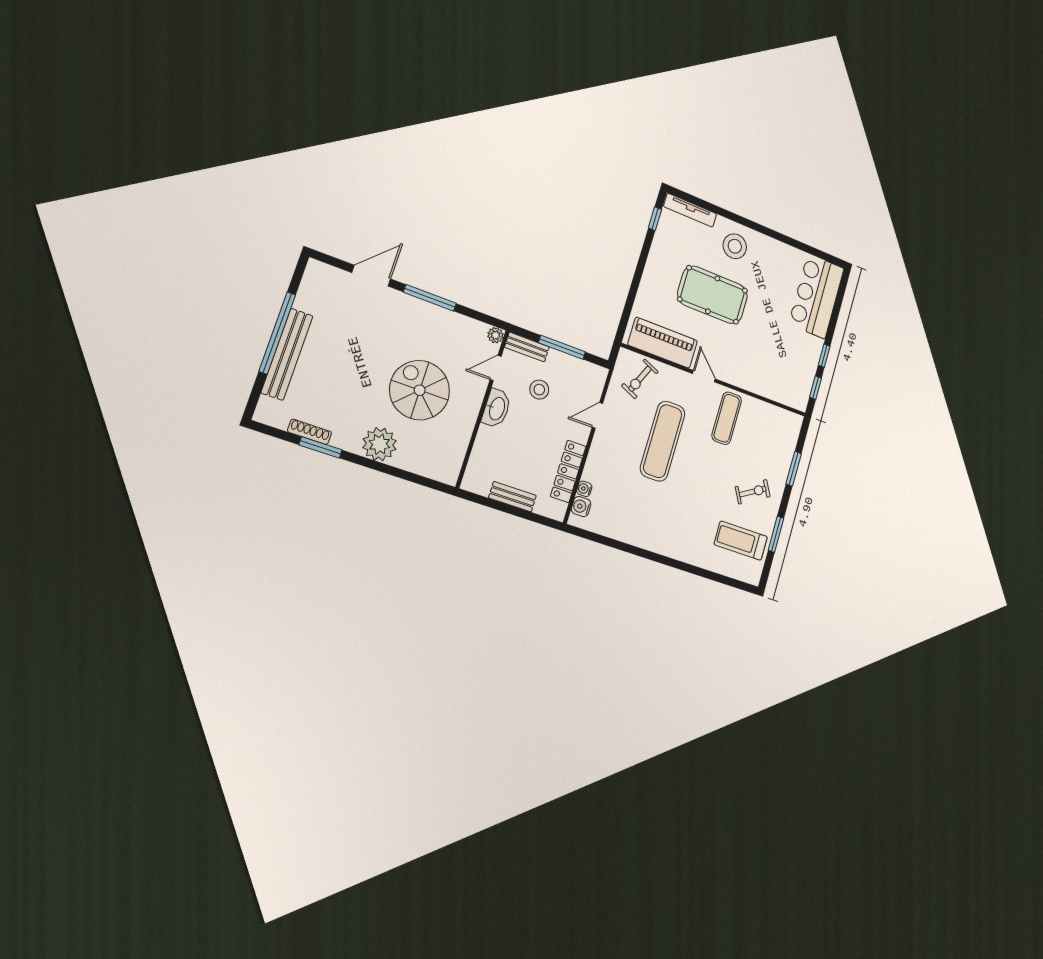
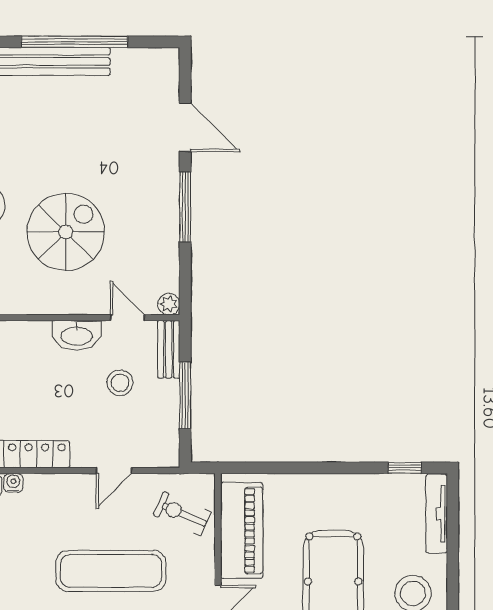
door: (597, 415) -> (114, 471), swing flipped

